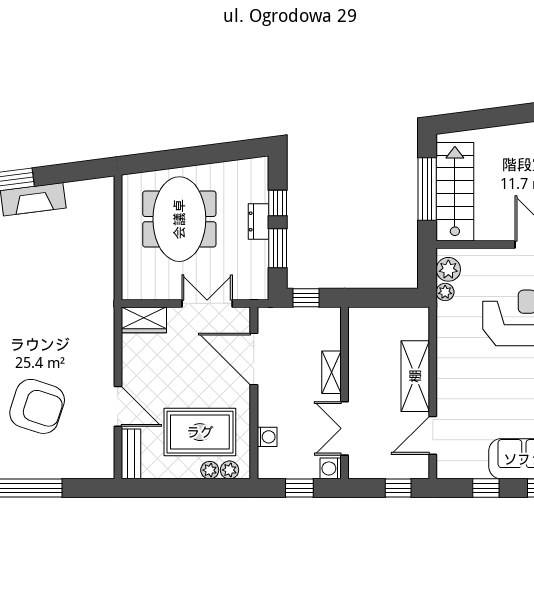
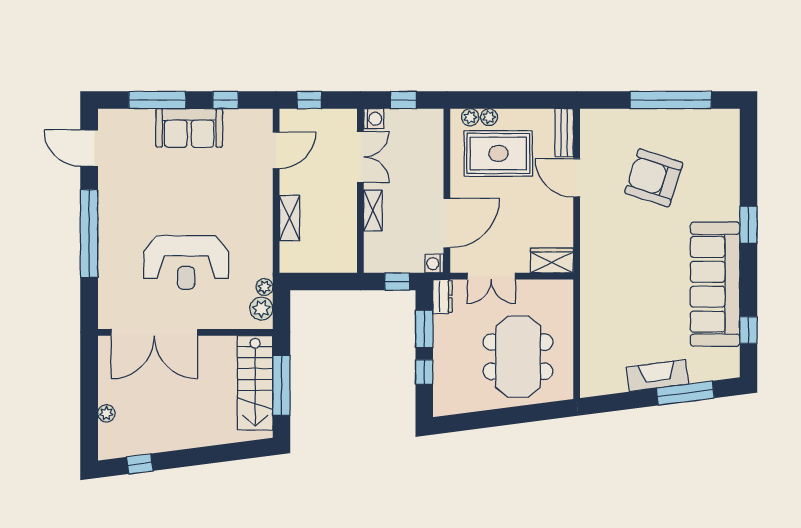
dresser: (258, 221) -> (442, 297), moved
door: (254, 359) -> (447, 223), hinge flipped
shelving: (415, 376) -> (289, 218), width x0.67, depth x0.75
washing machine: (267, 437) -> (434, 264), moved

